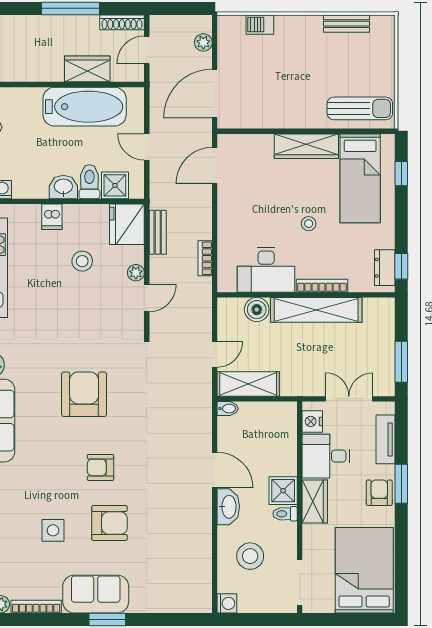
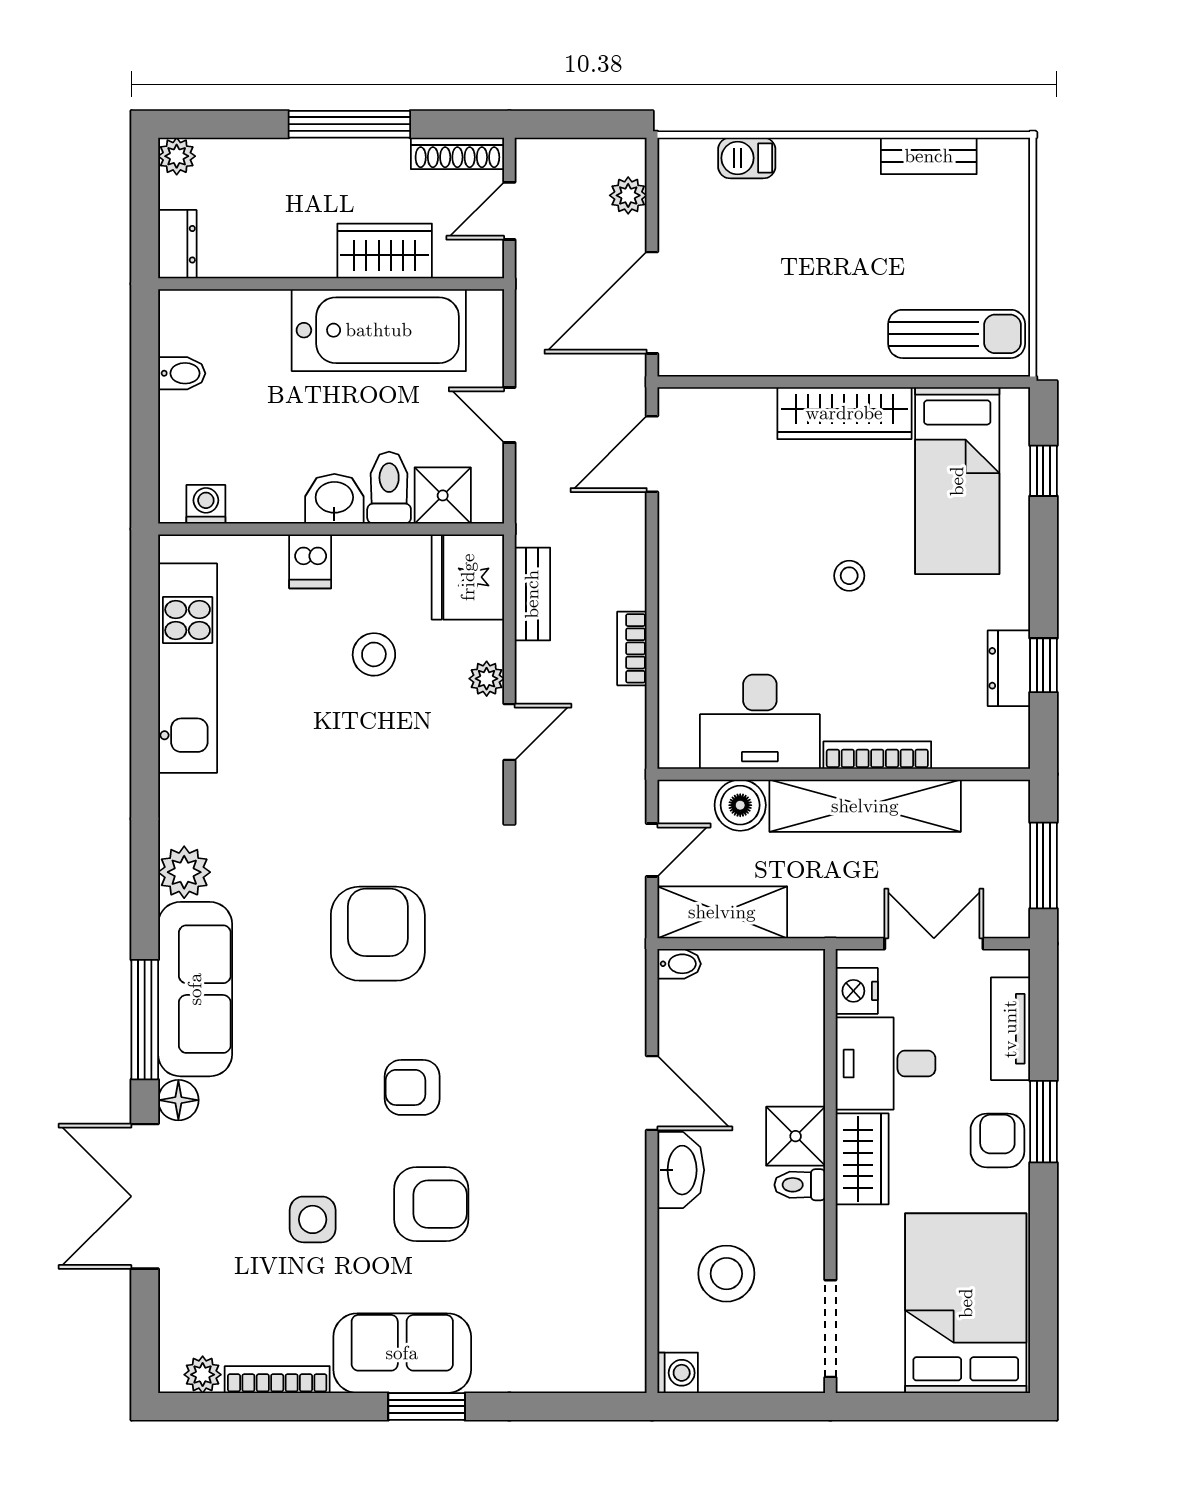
desk: (266, 270) -> (760, 722), moved
bookcase: (322, 286) -> (877, 755), moved
wall: (306, 295) -> (844, 774), moved
boiler: (257, 310) -> (740, 805), moved
shelving: (316, 310) -> (865, 806), moved

